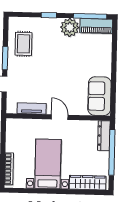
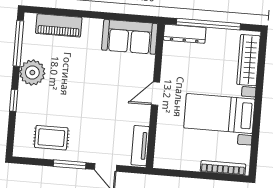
piano: (96, 26) -> (59, 25), moved, turned 90
tv unit: (32, 108) -> (140, 146), moved

